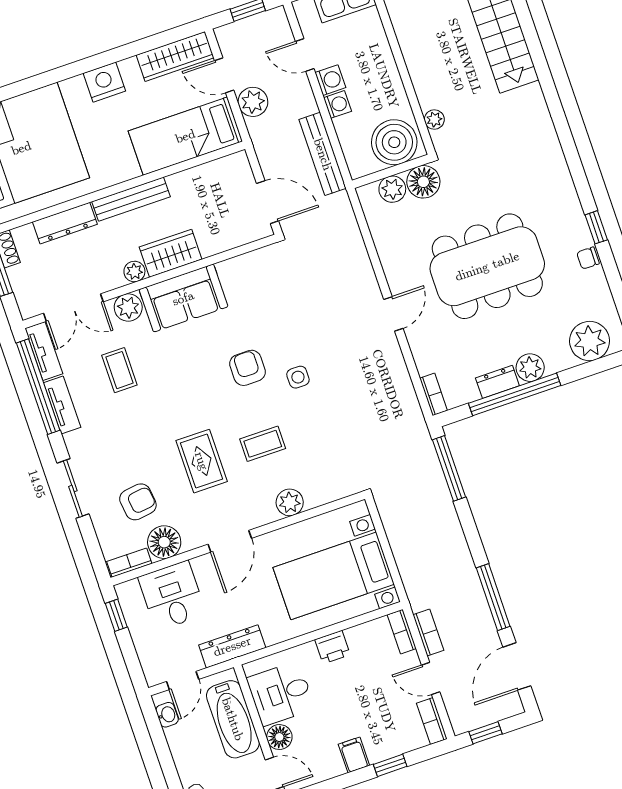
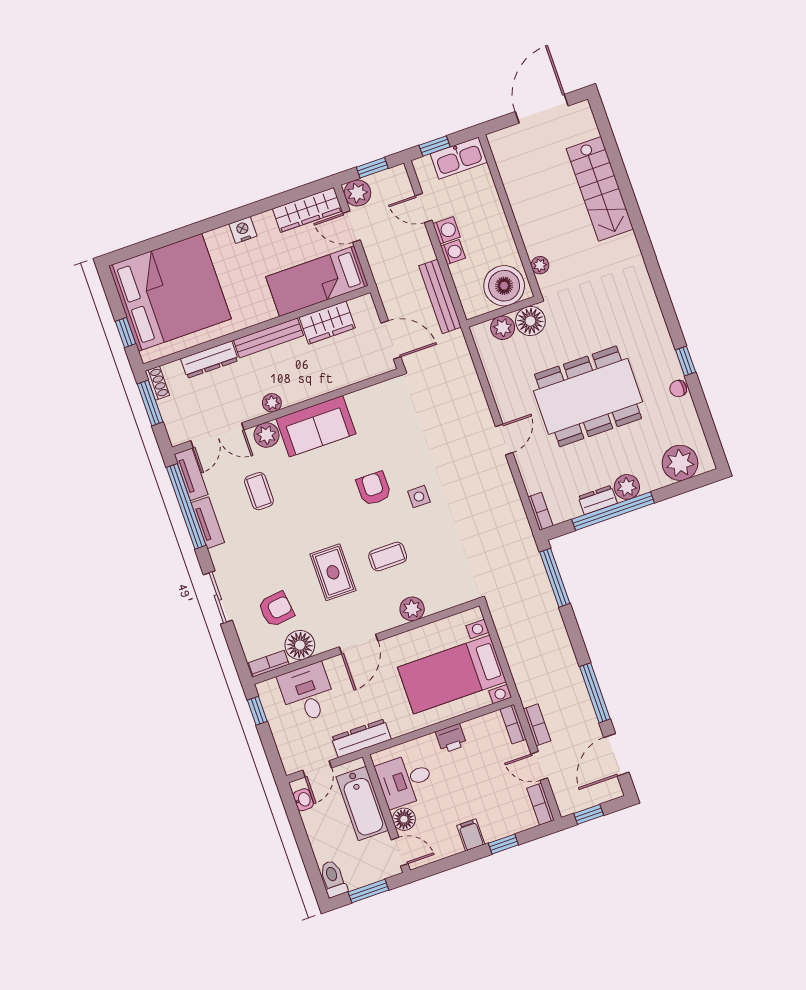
nightstand: (104, 82) -> (243, 230), width x0.74, depth x0.75
plant: (253, 102) -> (357, 193), moved
wardrobe: (171, 253) -> (327, 323), moved, turned 180

